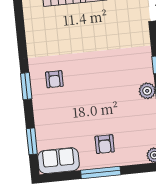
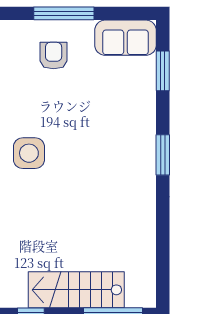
side table: (114, 78) -> (29, 153), added
armchair: (54, 79) -> (119, 161), removed

